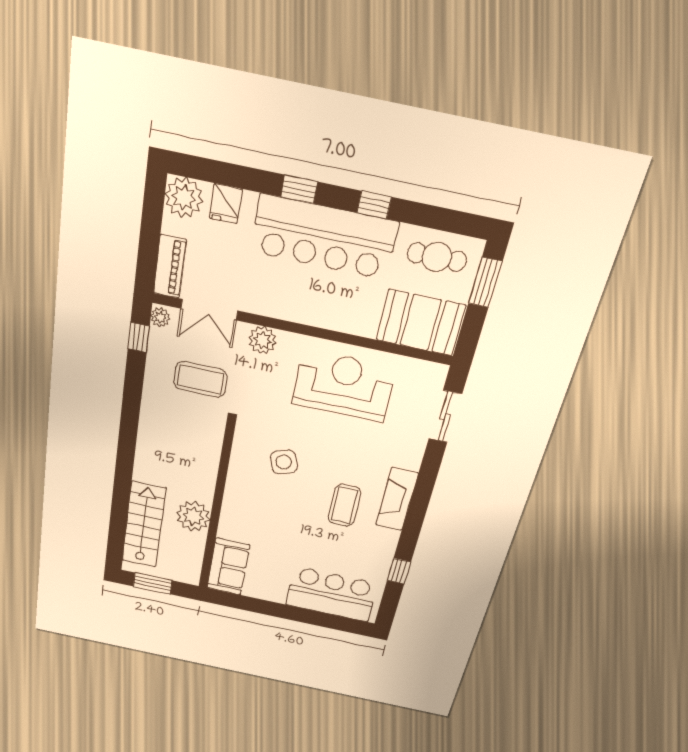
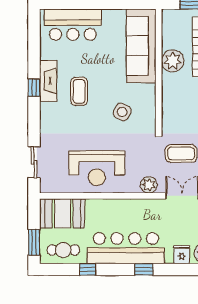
window: (374, 205) -> (87, 270), moved
side table: (284, 462) -> (122, 112), turned 45
fireplace: (397, 499) -> (48, 81), moved
sofa: (228, 567) -> (141, 46), width x1.85, depth x1.27
window: (399, 571) -> (34, 88), moved

